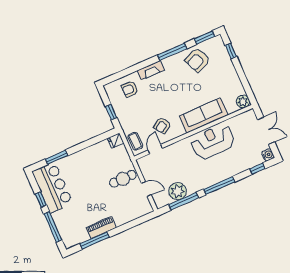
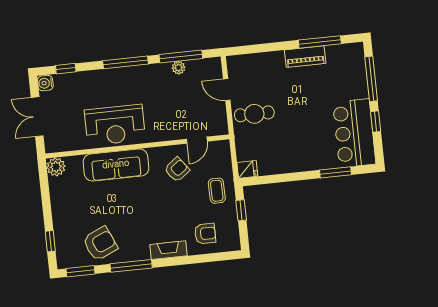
coffee table: (135, 141) -> (217, 191), moved
plant: (178, 191) -> (179, 68), width x0.53, depth x0.53

